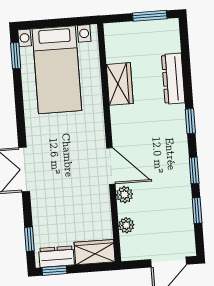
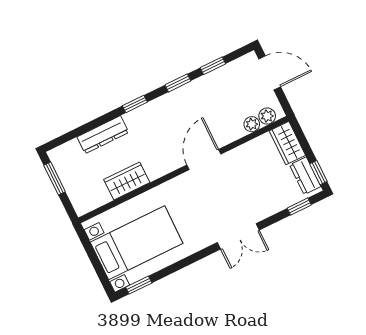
plant: (125, 195) -> (267, 116), moved

